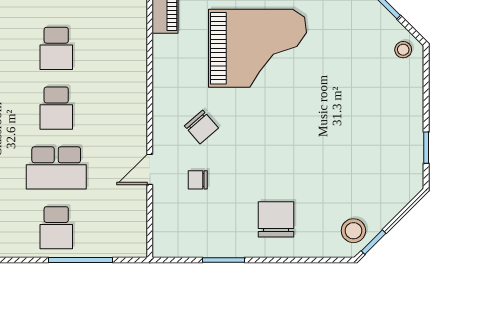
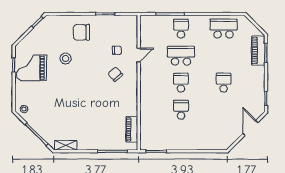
grand piano: (257, 48) -> (32, 68), moved, width x0.73, depth x0.68
chair: (276, 219) -> (82, 32), turned 90
stool: (353, 231) -> (66, 59), moved

